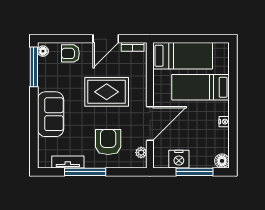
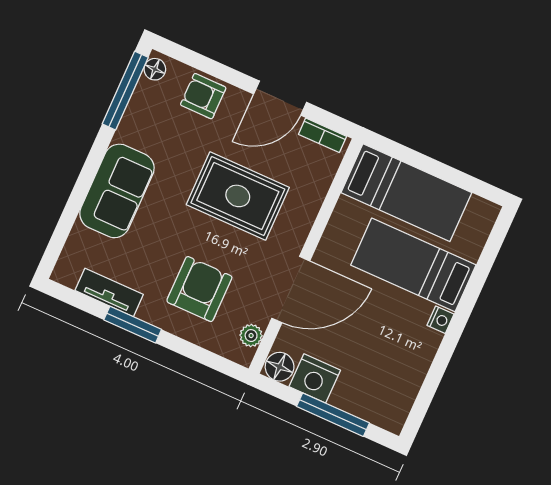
nightstand: (224, 122) -> (440, 320), moved
floor lamp: (222, 161) -> (280, 367), moved
window: (85, 172) -> (133, 325), width x0.69

